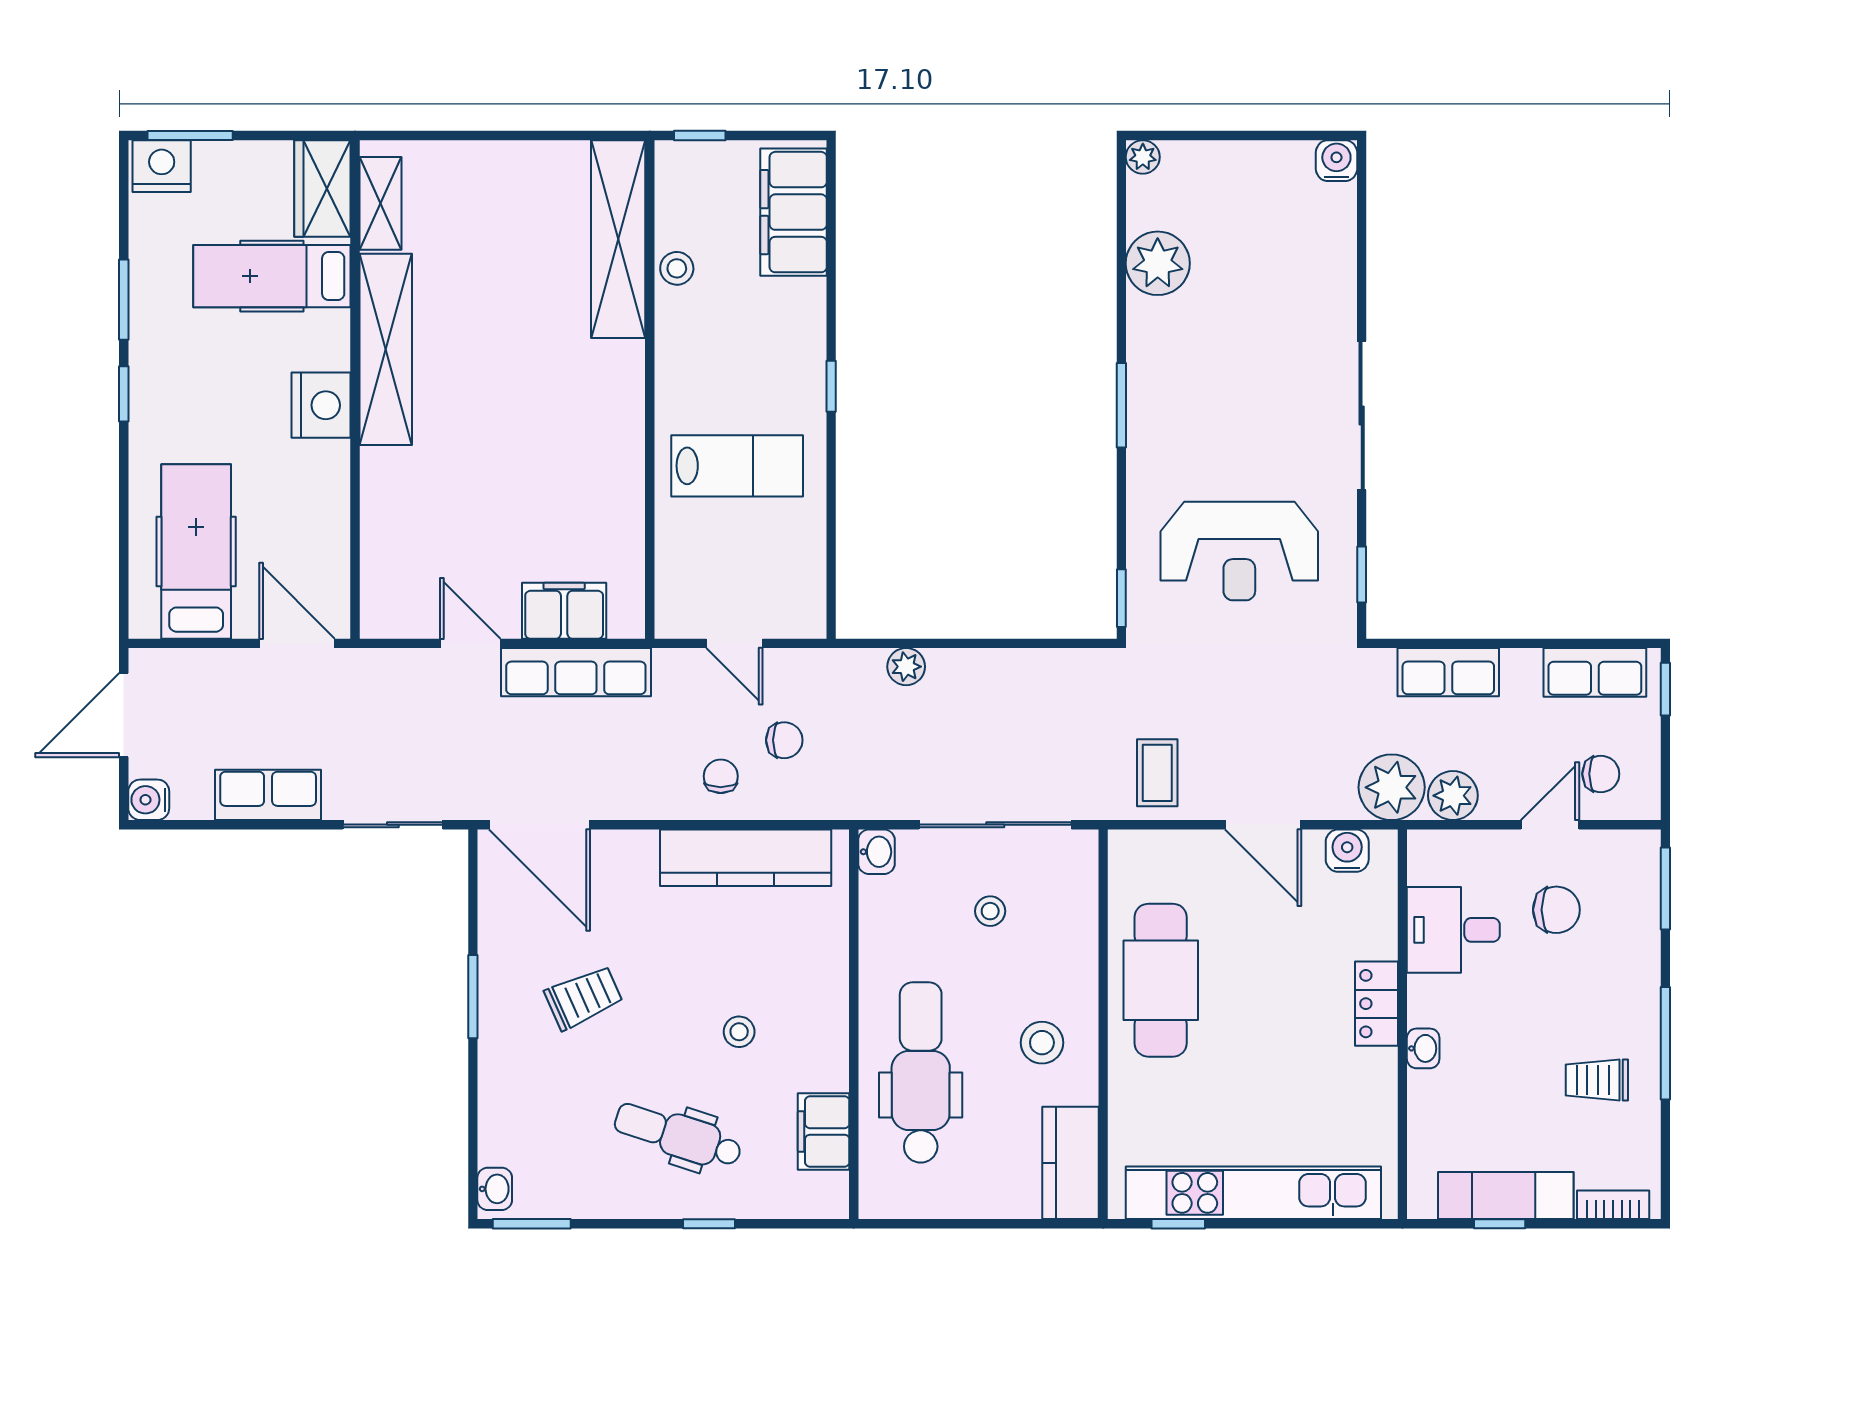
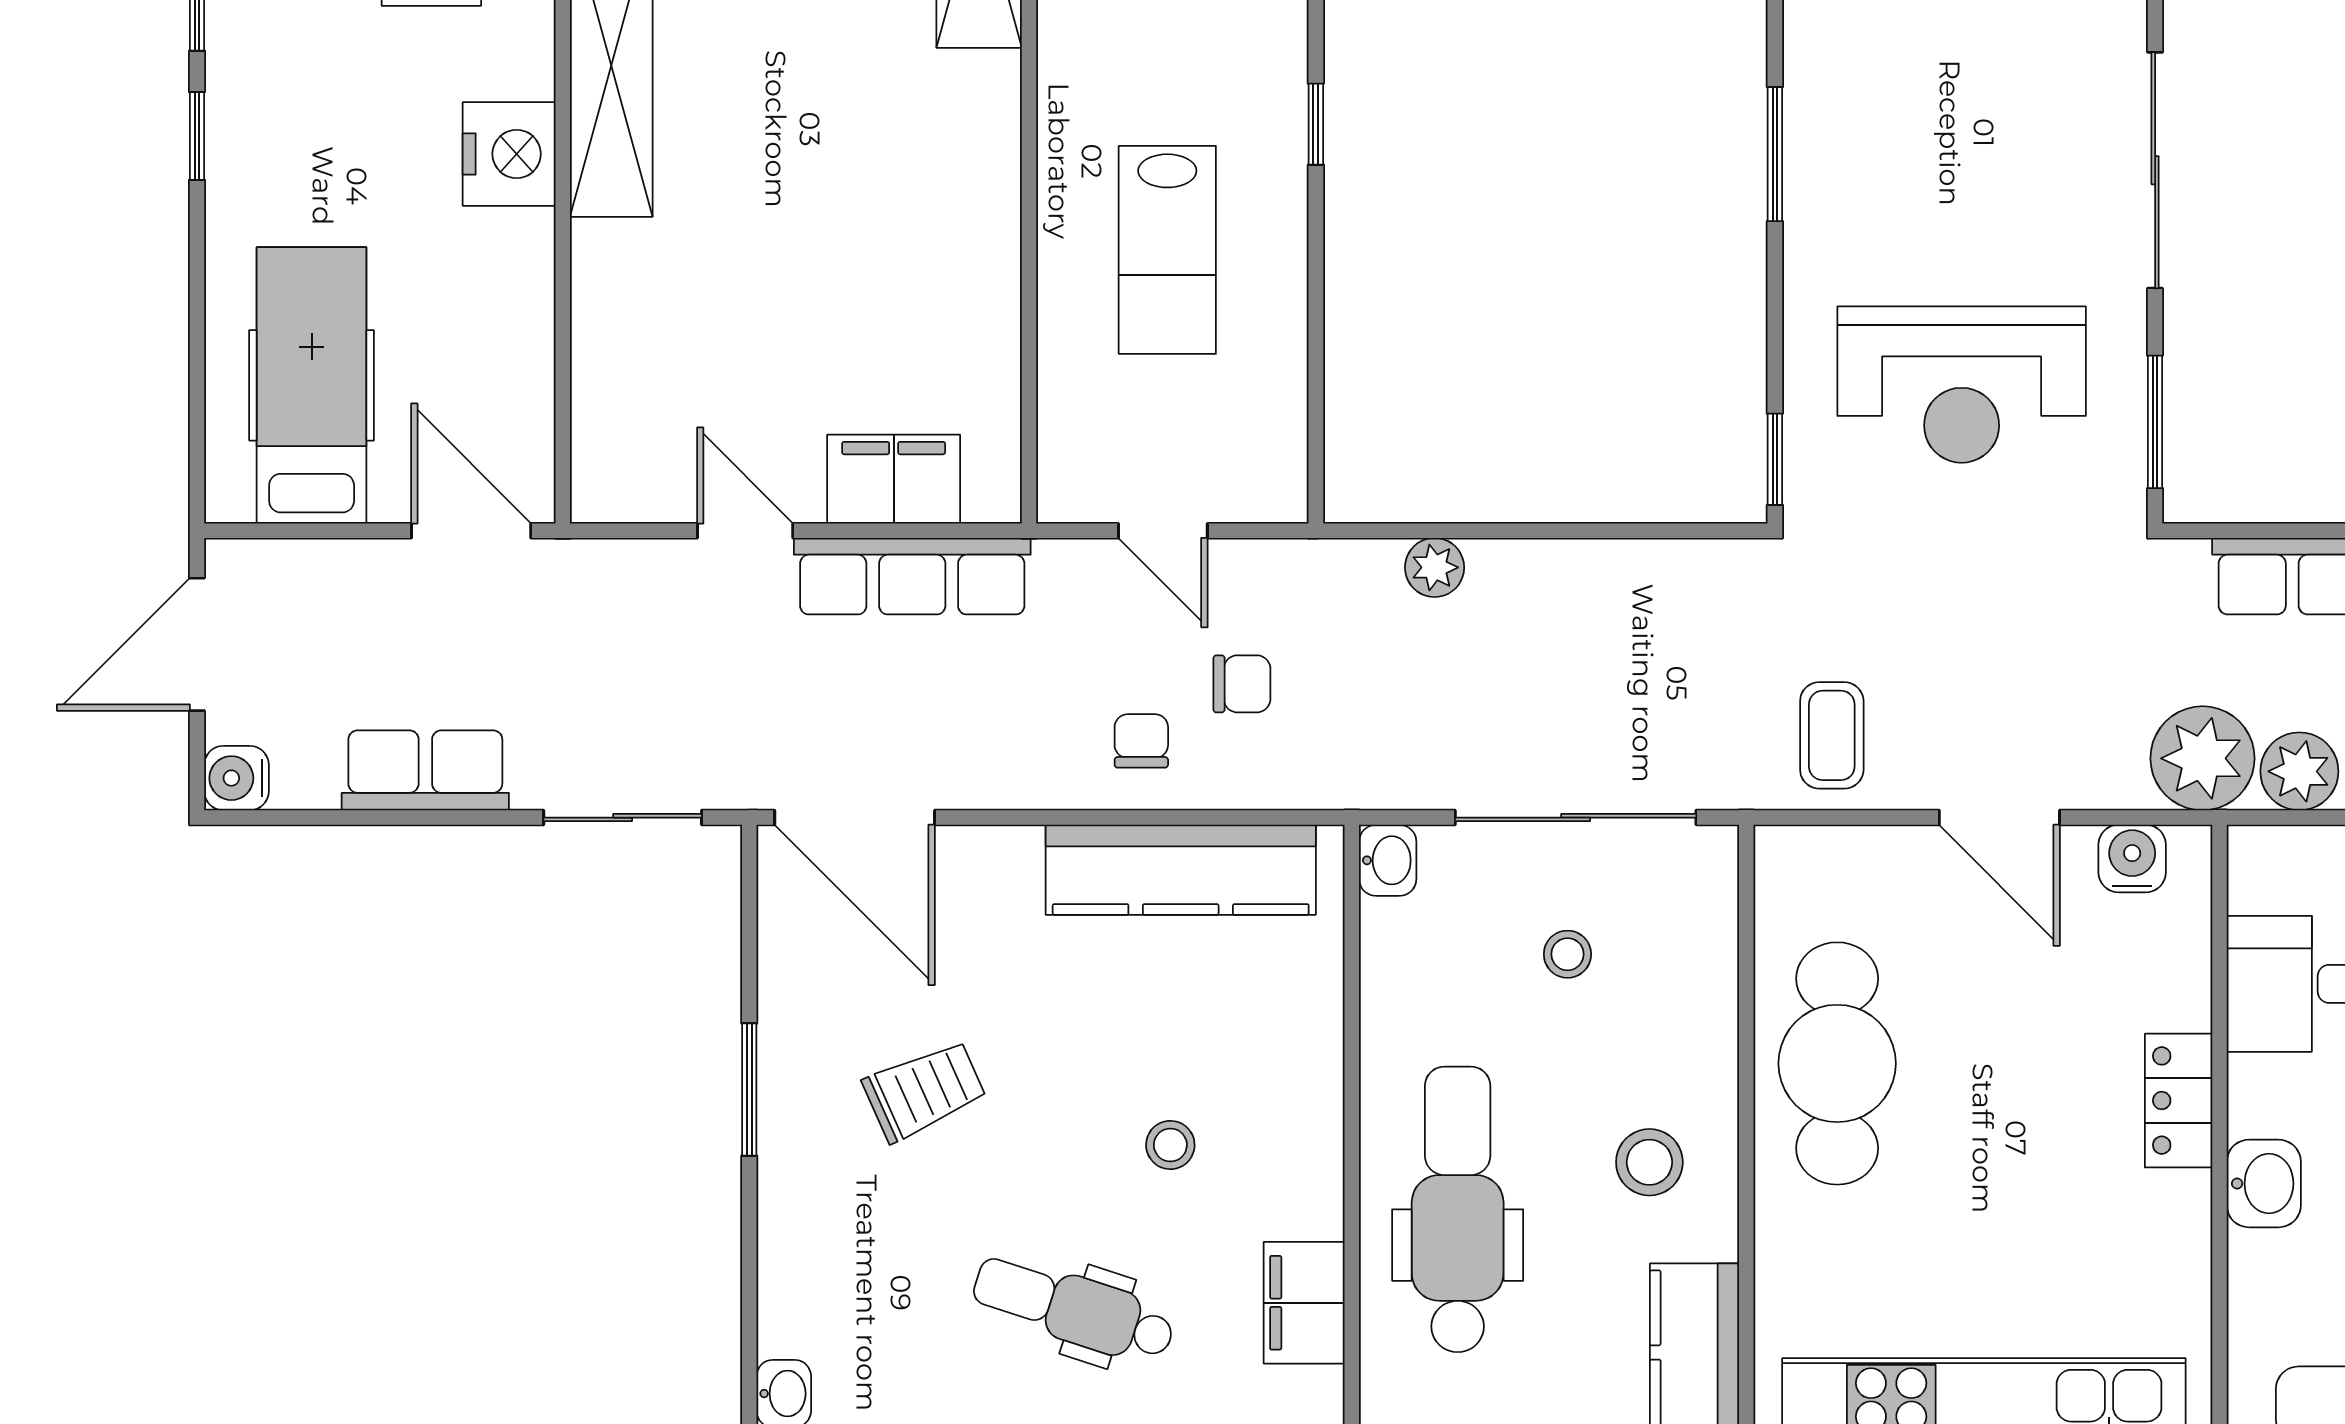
lab bench: (737, 466) -> (1167, 250), turned 90
window: (1362, 575) -> (2155, 422), width x1.50
washbasin: (1423, 1048) -> (2264, 1183), width x1.38, depth x1.45

